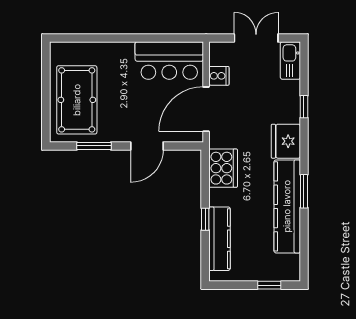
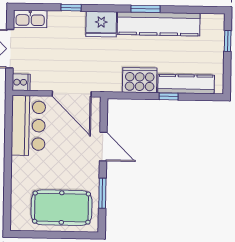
cooker: (219, 76) -> (21, 82), moved, turned 90
cooker: (223, 168) -> (140, 80), moved

